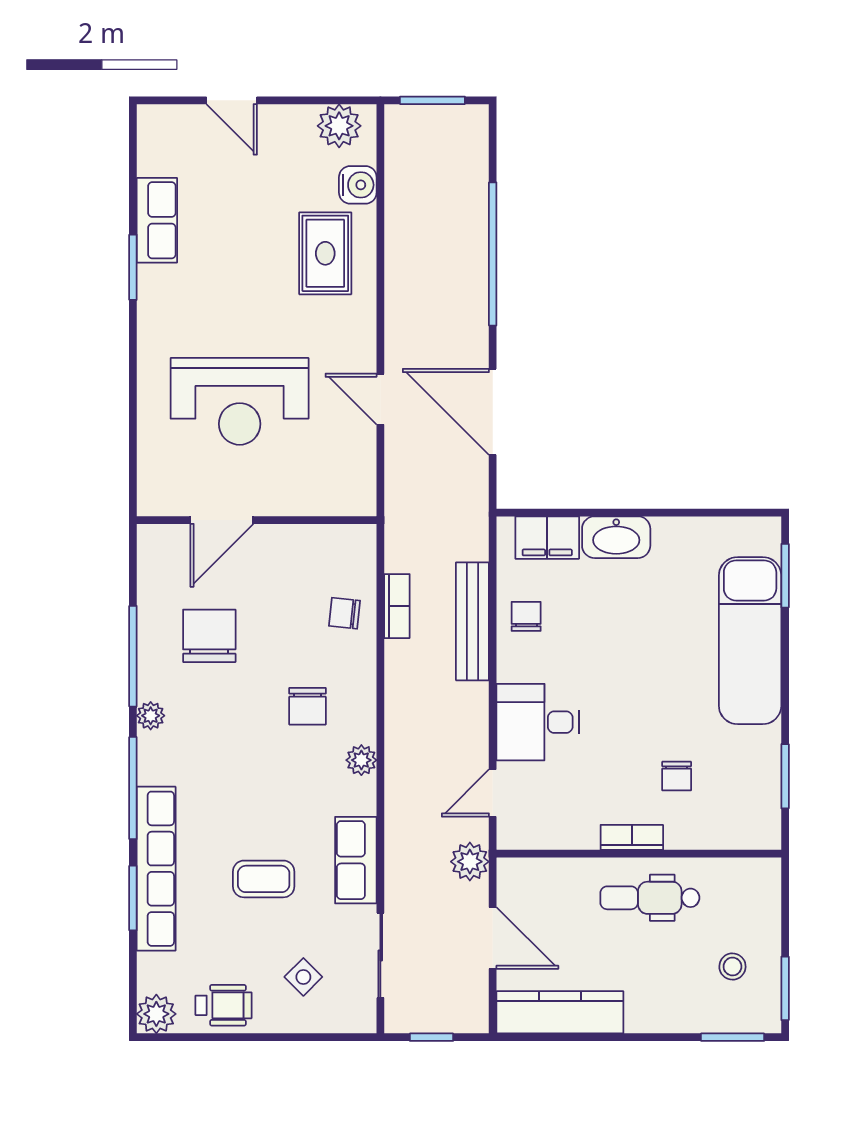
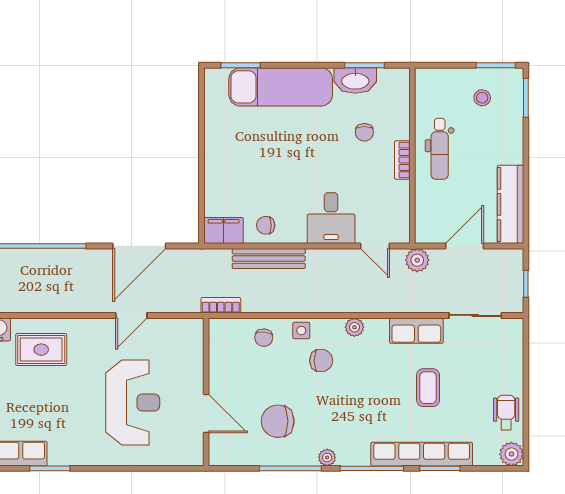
washbasin: (616, 537) -> (355, 80), moved, turned 90
filing cabinet: (547, 538) -> (224, 231), moved, turned -90
bookcase: (397, 606) -> (221, 305), moved
chair: (677, 776) -> (364, 132), turned 90
side table: (303, 977) -> (301, 331), moved, turned 45

